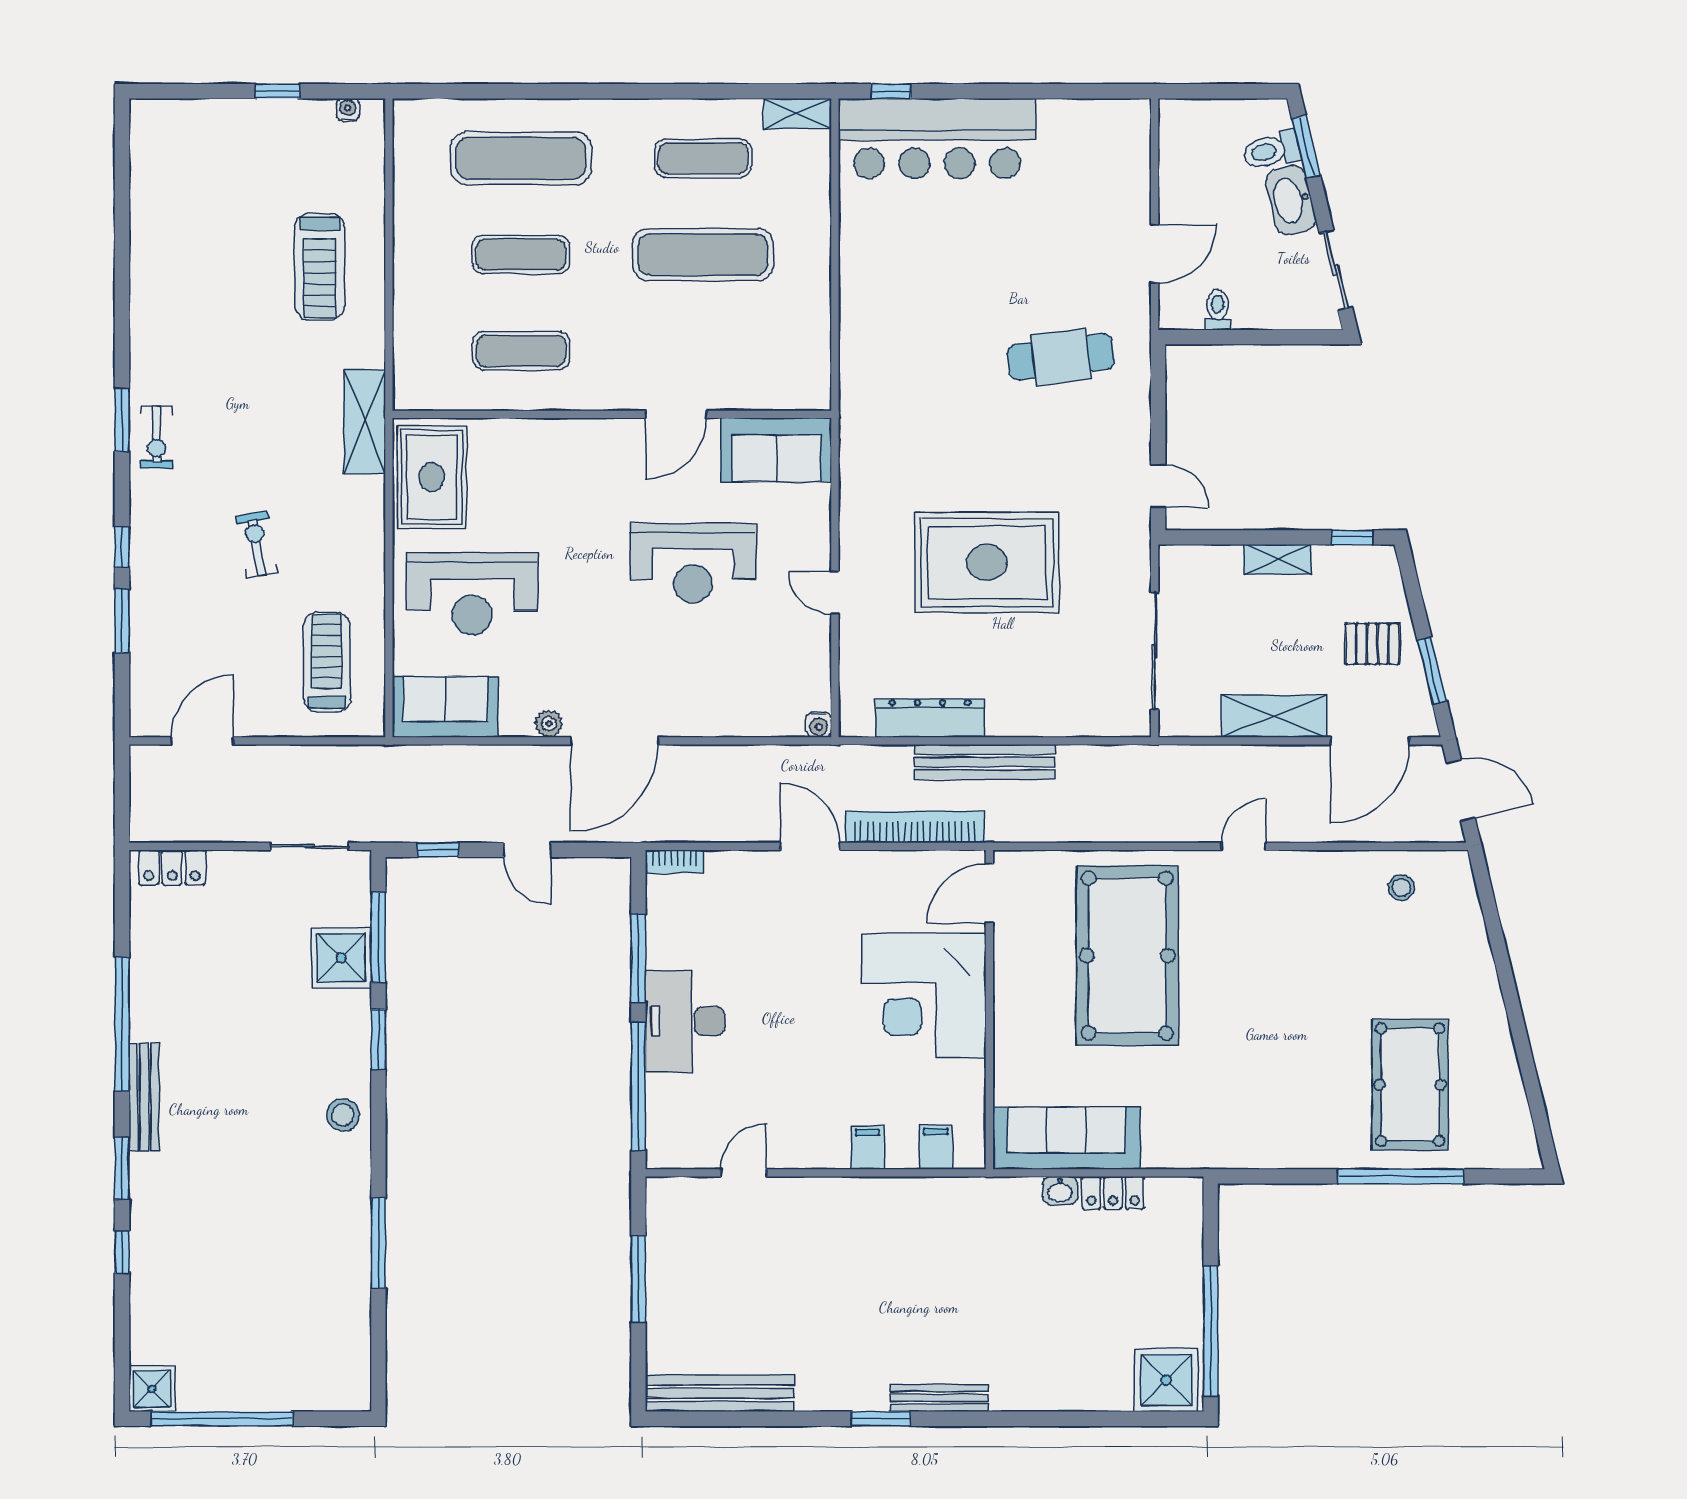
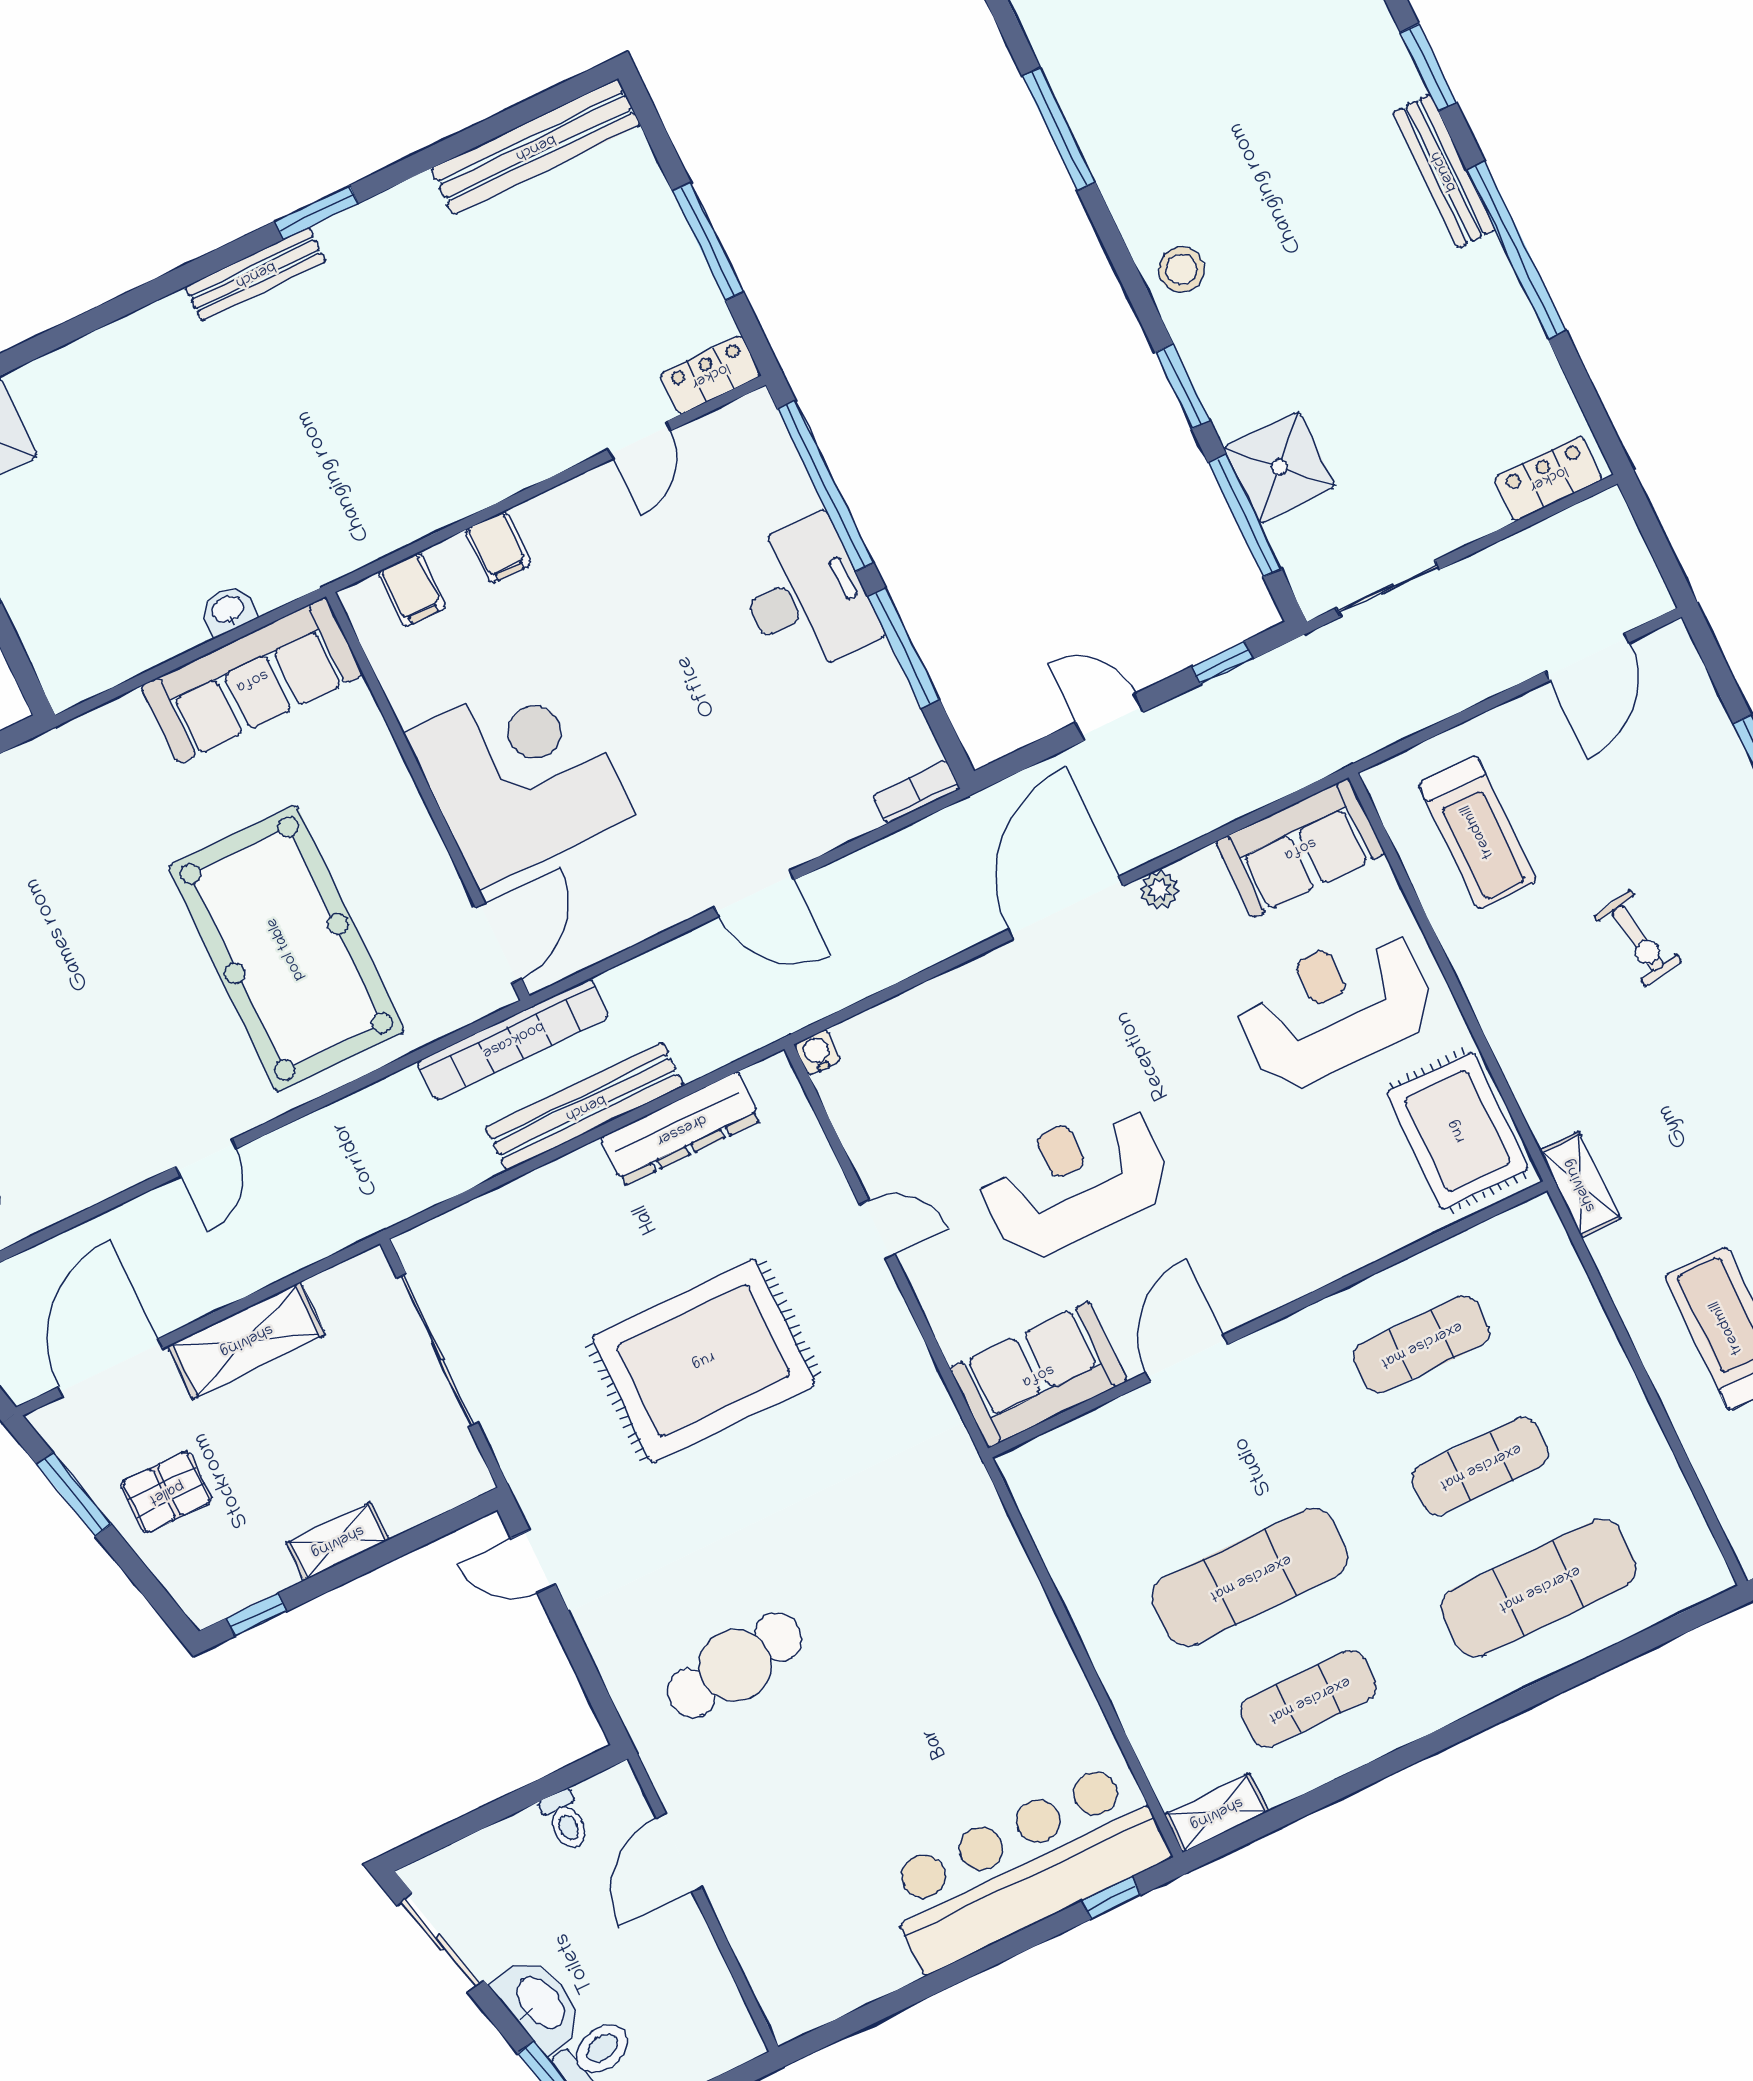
shelving: (365, 422) -> (1580, 1185), width x0.67, depth x0.75
bookcase: (915, 827) -> (513, 1039), moved
locker: (1113, 1193) -> (710, 375), moved

